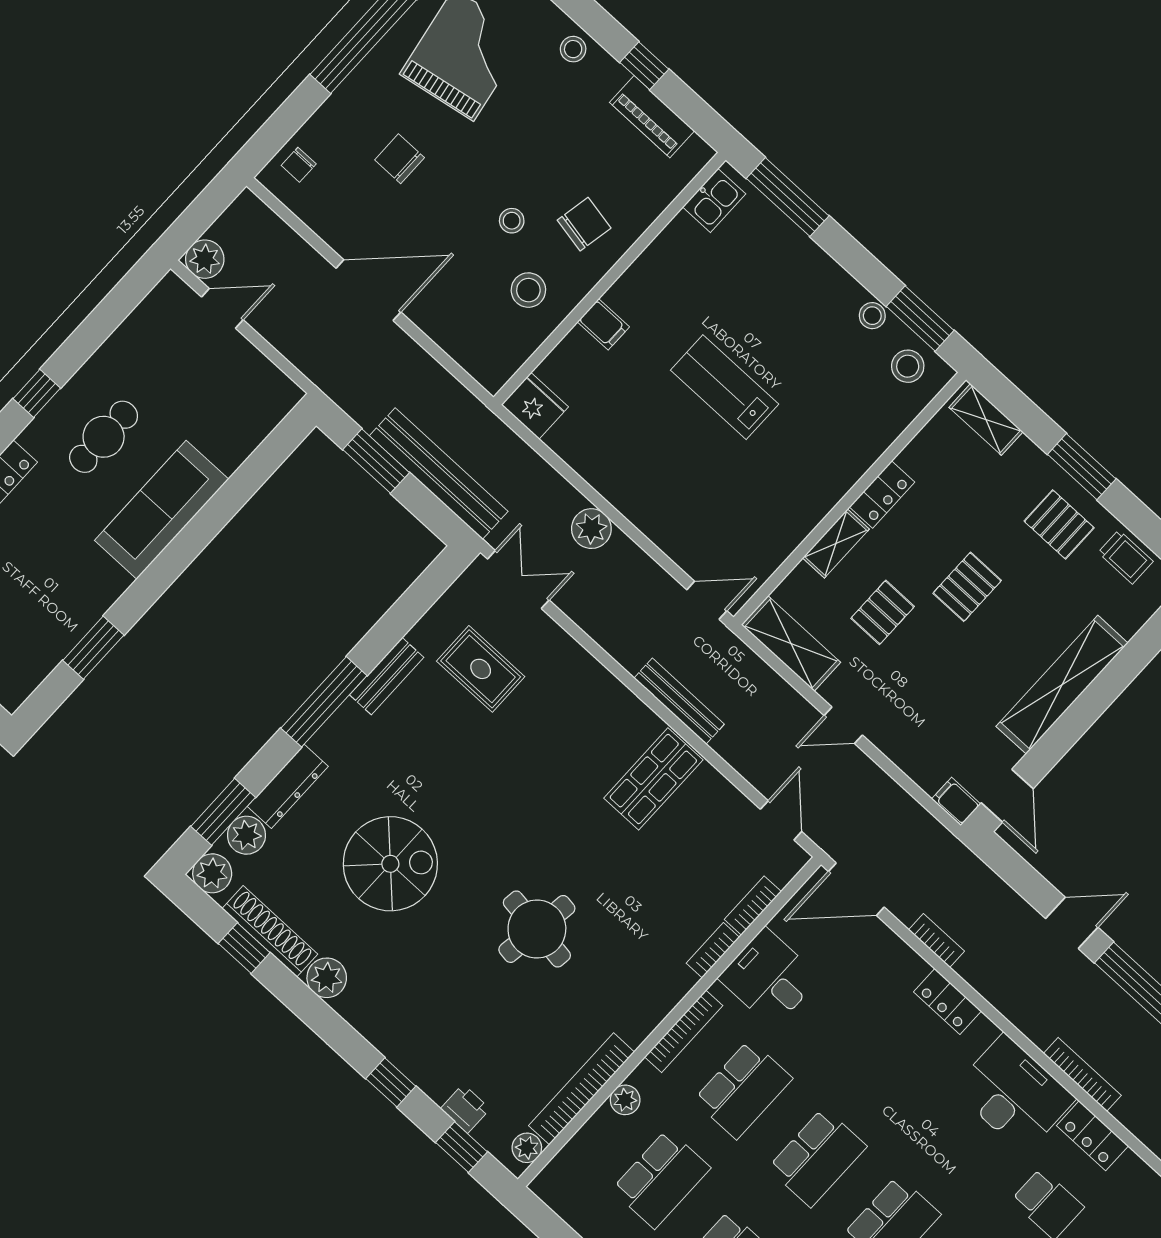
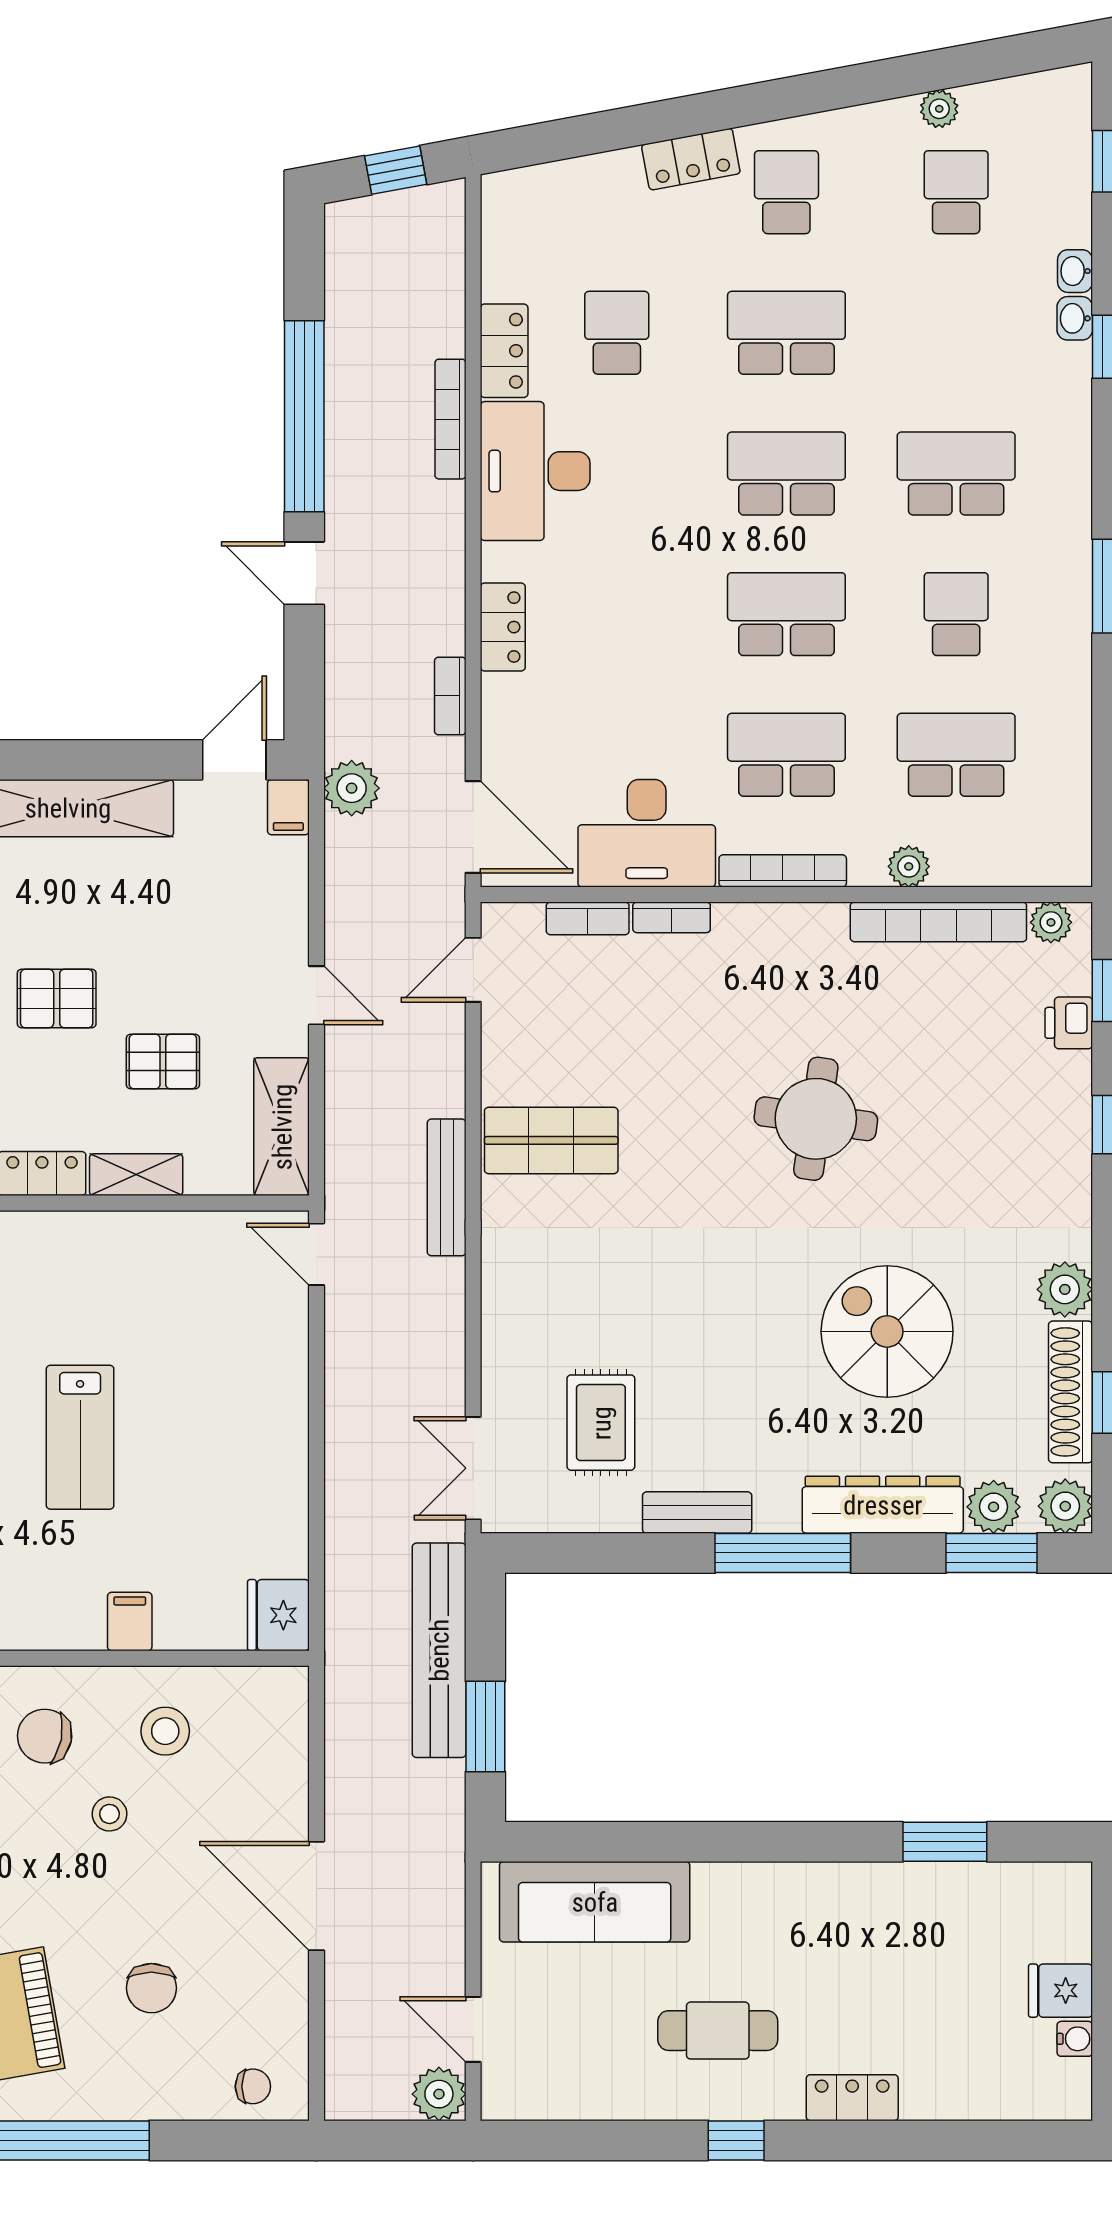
sofa: (162, 510) -> (595, 1902), moved
plant: (591, 529) -> (352, 788), moved
dresser: (288, 786) -> (883, 1505), width x1.37, depth x1.24
desk: (769, 978) -> (647, 833), width x1.37

